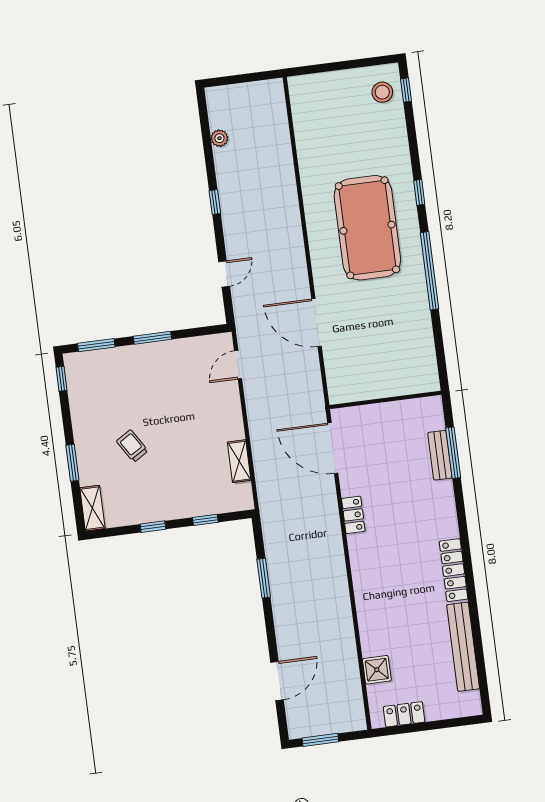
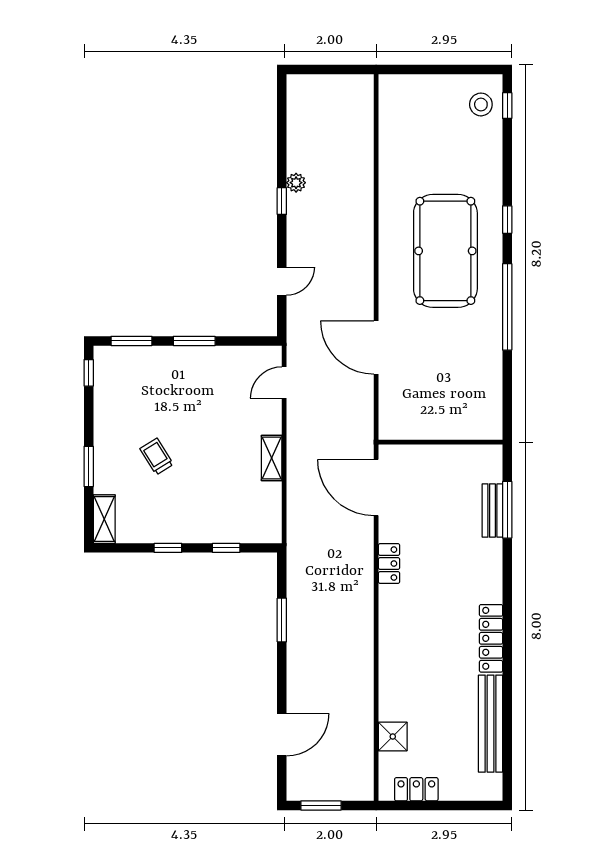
plant: (219, 138) -> (296, 183), moved
shelving: (239, 461) -> (272, 458), moved

